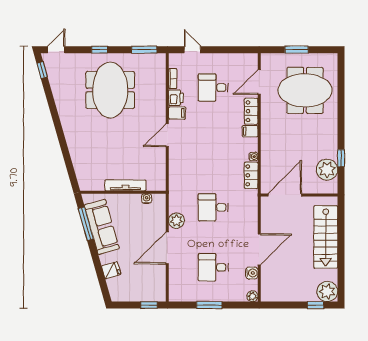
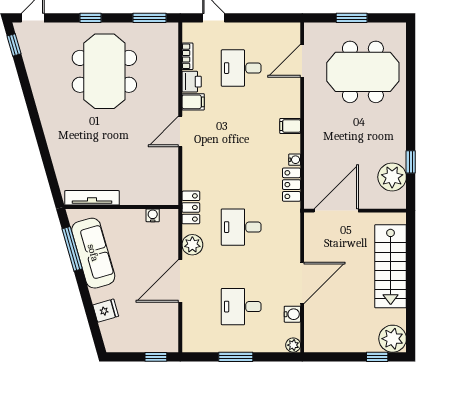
locker: (251, 111) -> (191, 207), moved, turned 180
tv unit: (125, 185) -> (92, 198), moved

